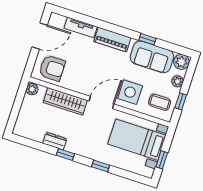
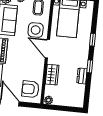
armchair: (52, 68) -> (30, 89), turned -90
wardrobe: (65, 101) -> (52, 75), width x0.67

